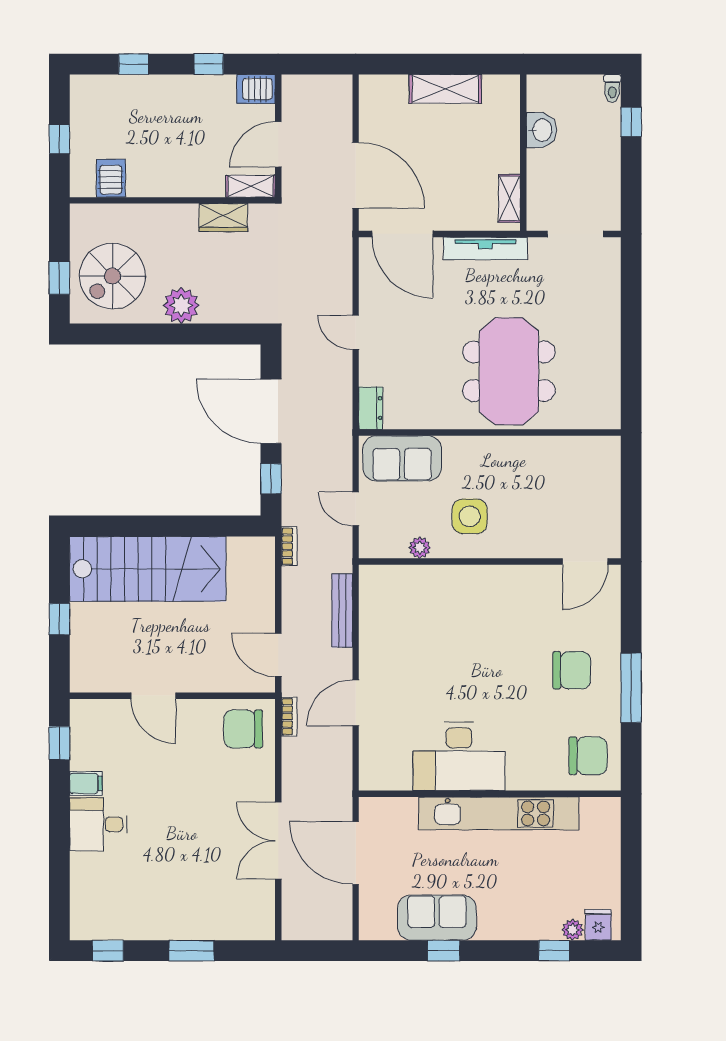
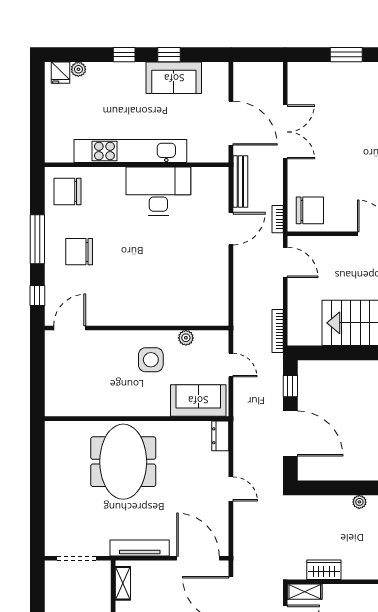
plant: (181, 305) -> (359, 502), width x0.53, depth x0.53
bookcase: (289, 546) -> (278, 331), width x1.56
window: (631, 608) -> (37, 295), added
bench: (342, 611) -> (240, 182), moved
window: (554, 951) -> (124, 55), moved

